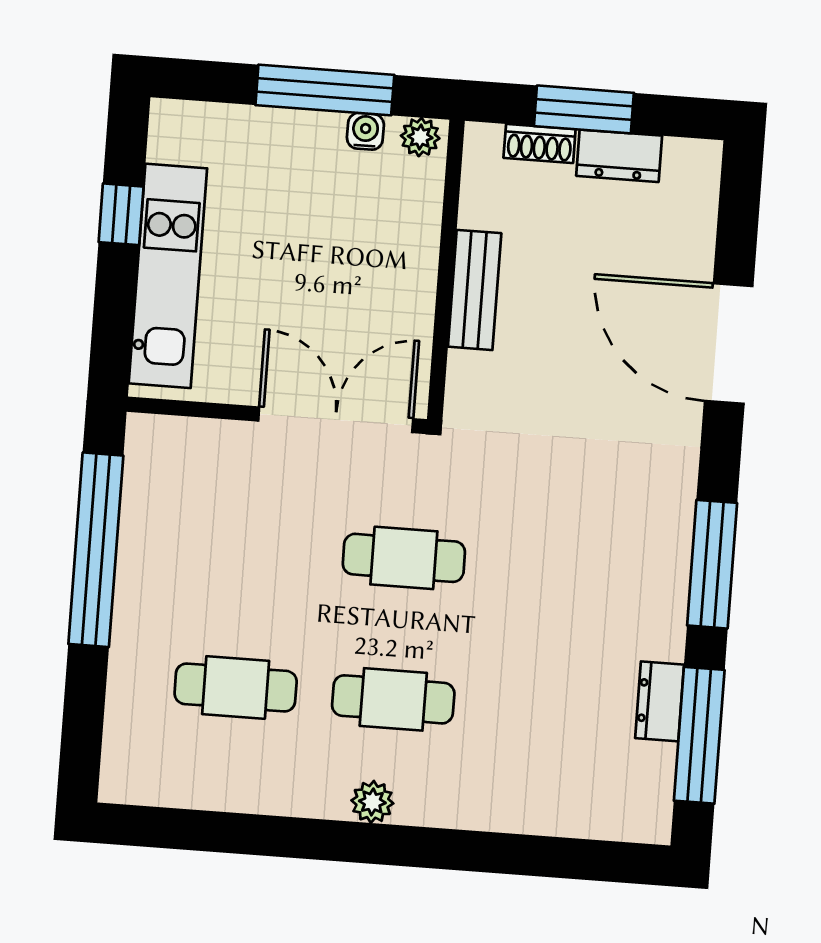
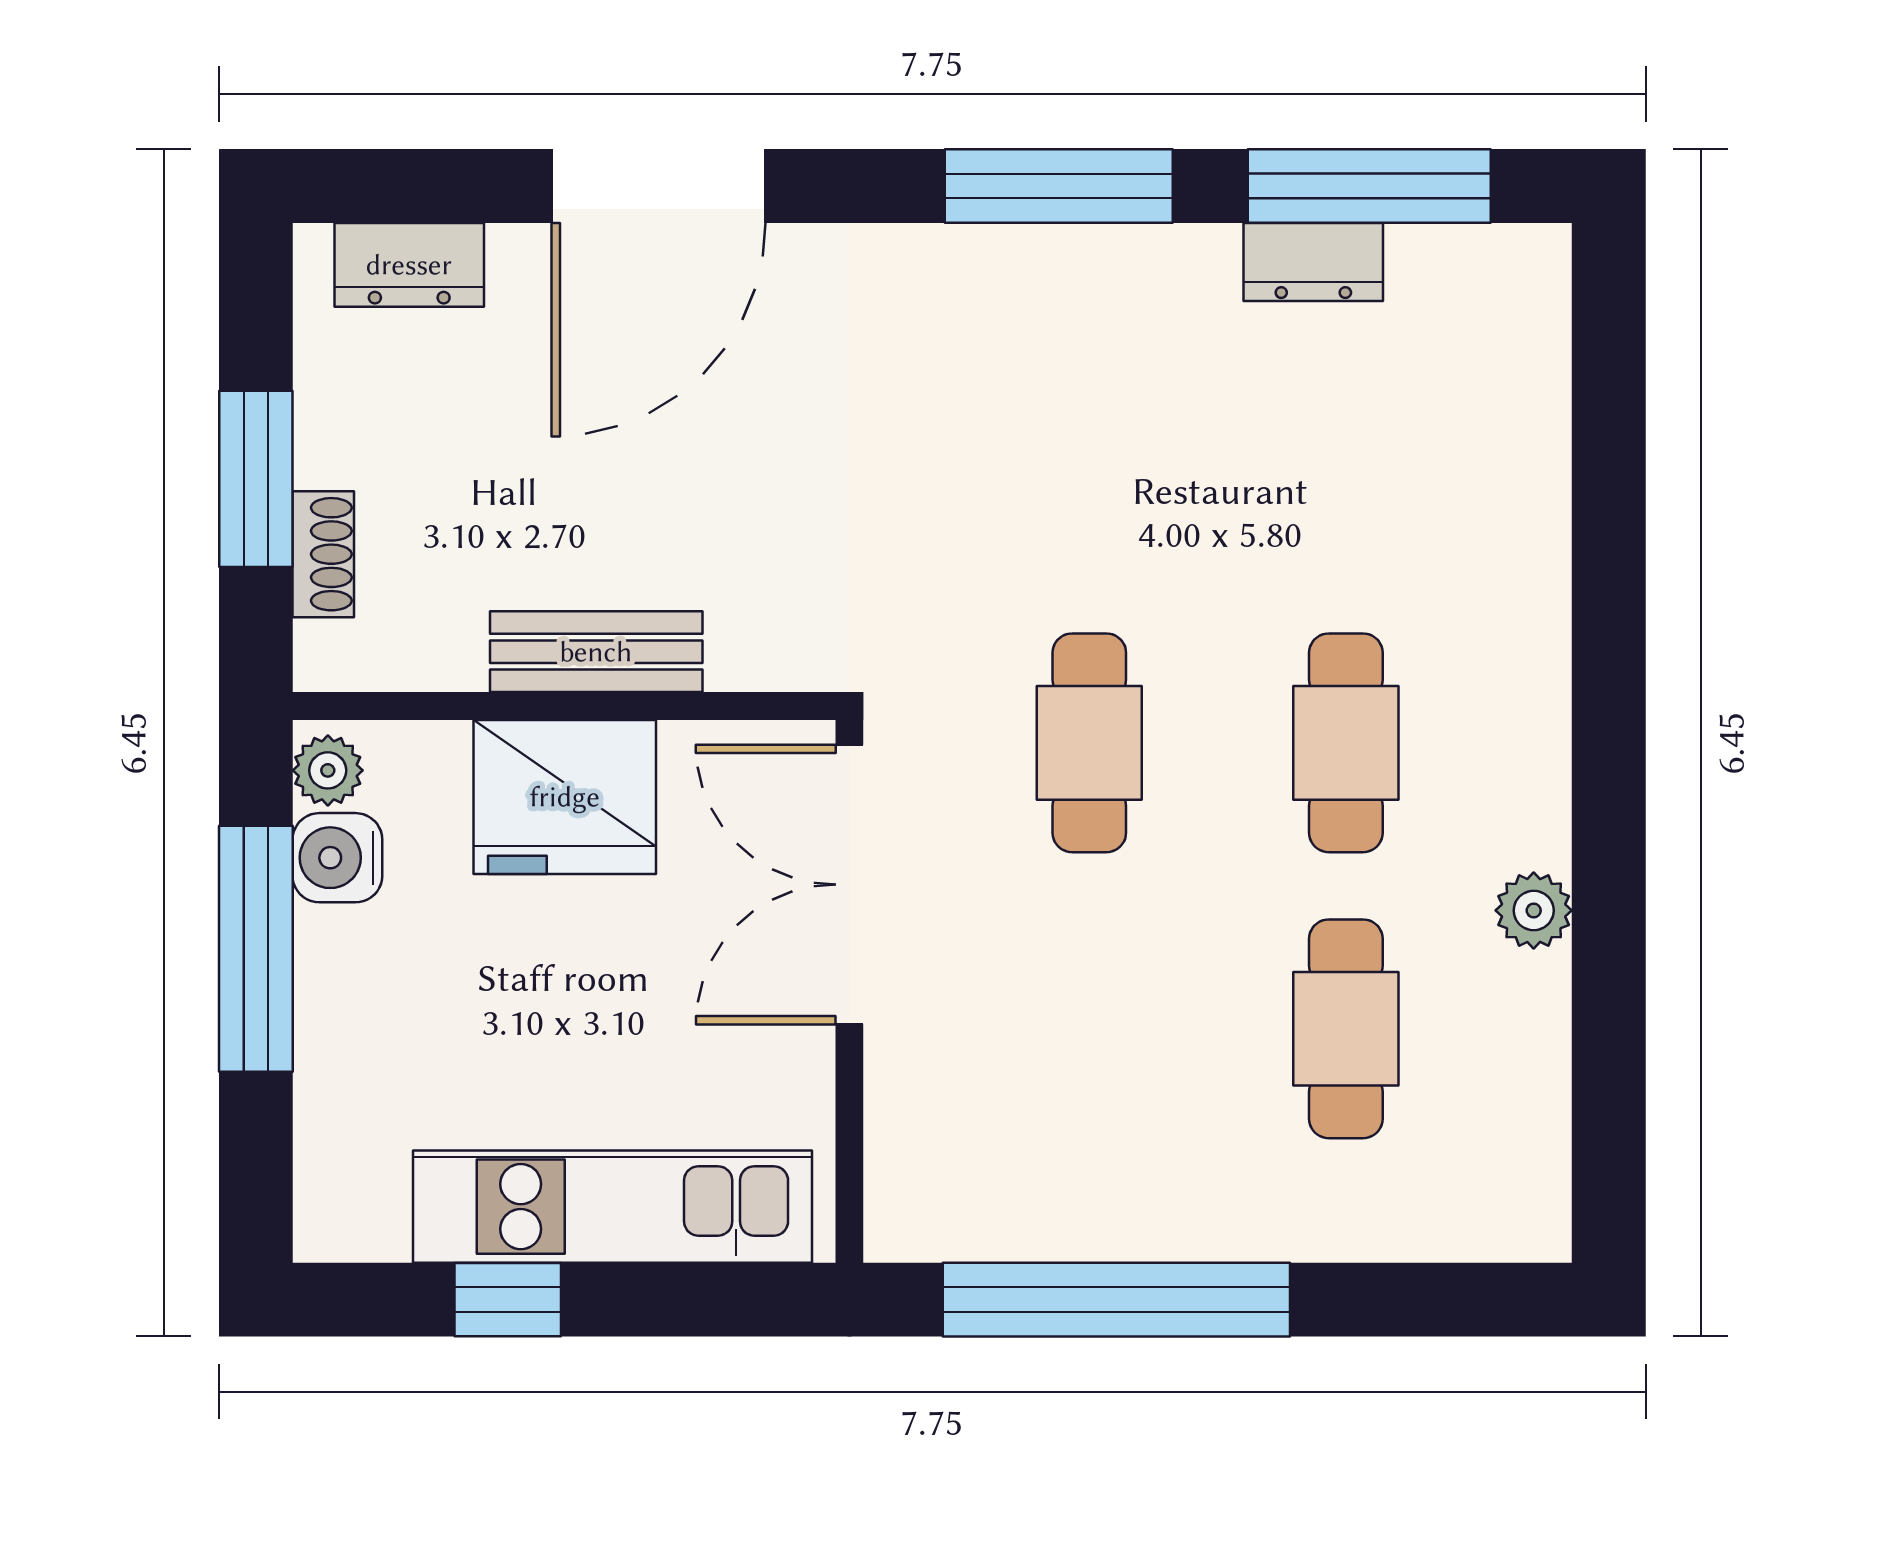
water cooler: (365, 131) -> (337, 858), width x1.38, depth x1.38
dresser: (619, 156) -> (409, 265), moved, turned 90
fridge: (396, 267) -> (565, 797), added
plant: (372, 802) -> (1534, 910), moved

